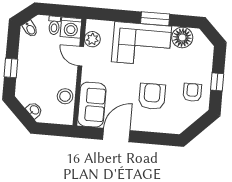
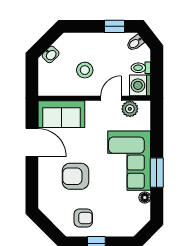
floor lamp: (182, 38) -> (145, 198), width x0.53, depth x0.53
window: (11, 68) -> (115, 26), moved
stool: (65, 96) -> (85, 70), moved
armchair: (152, 96) -> (75, 176), turned 180

